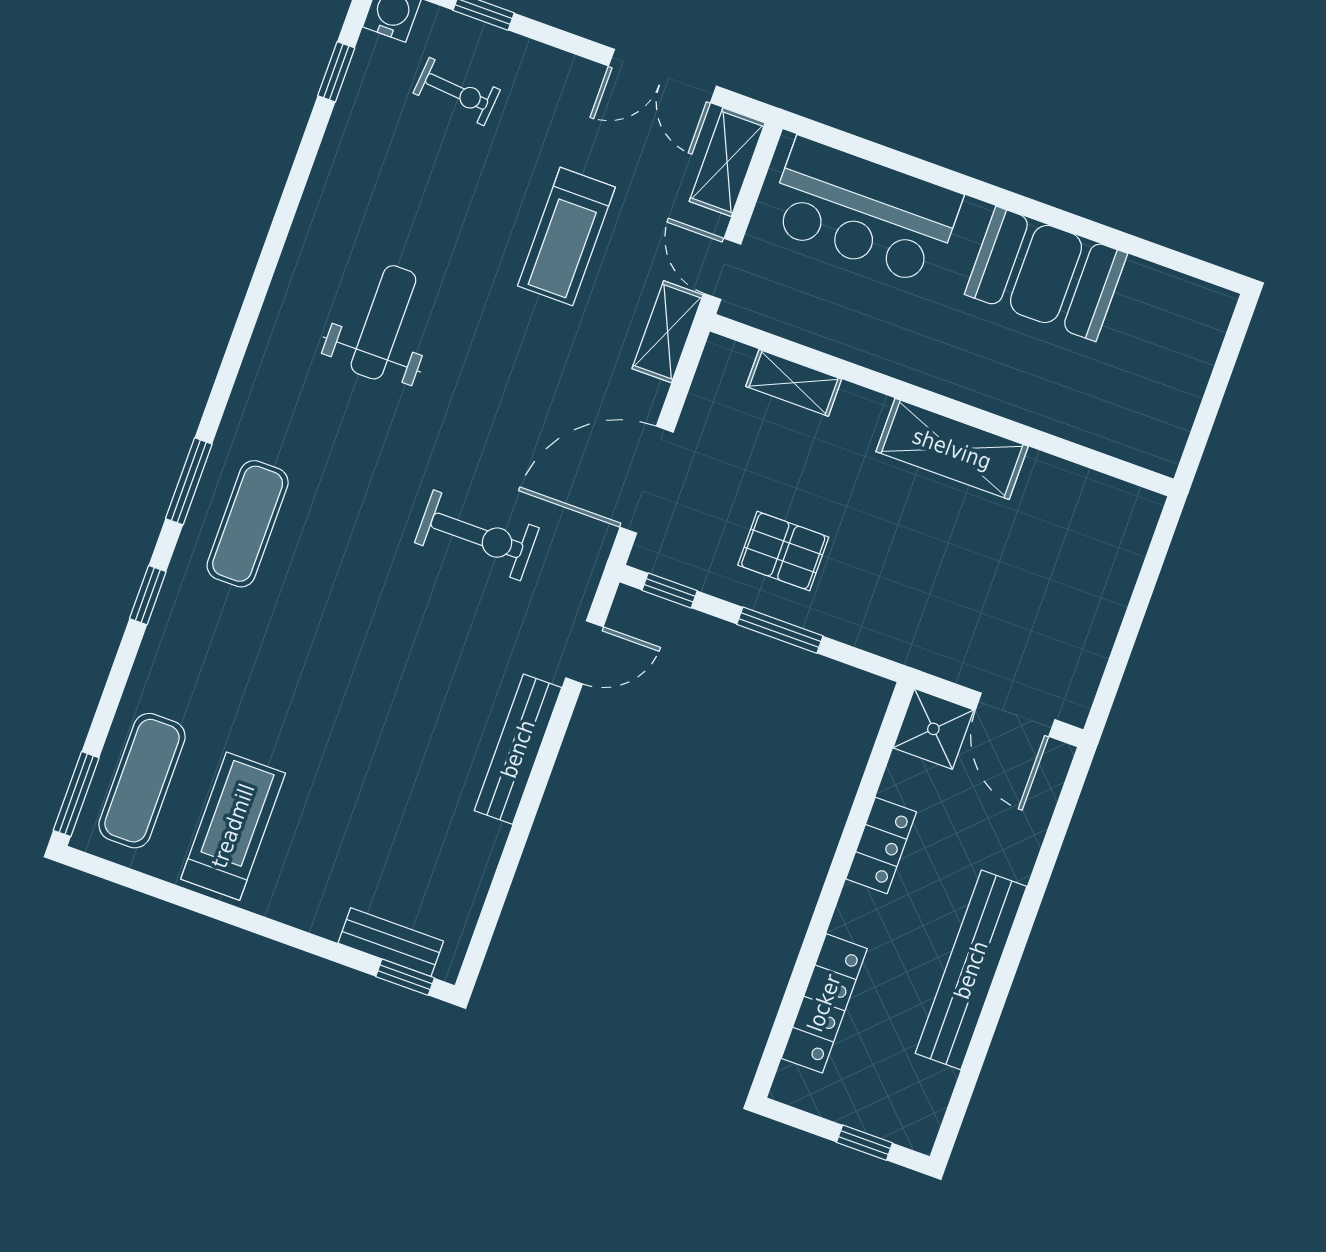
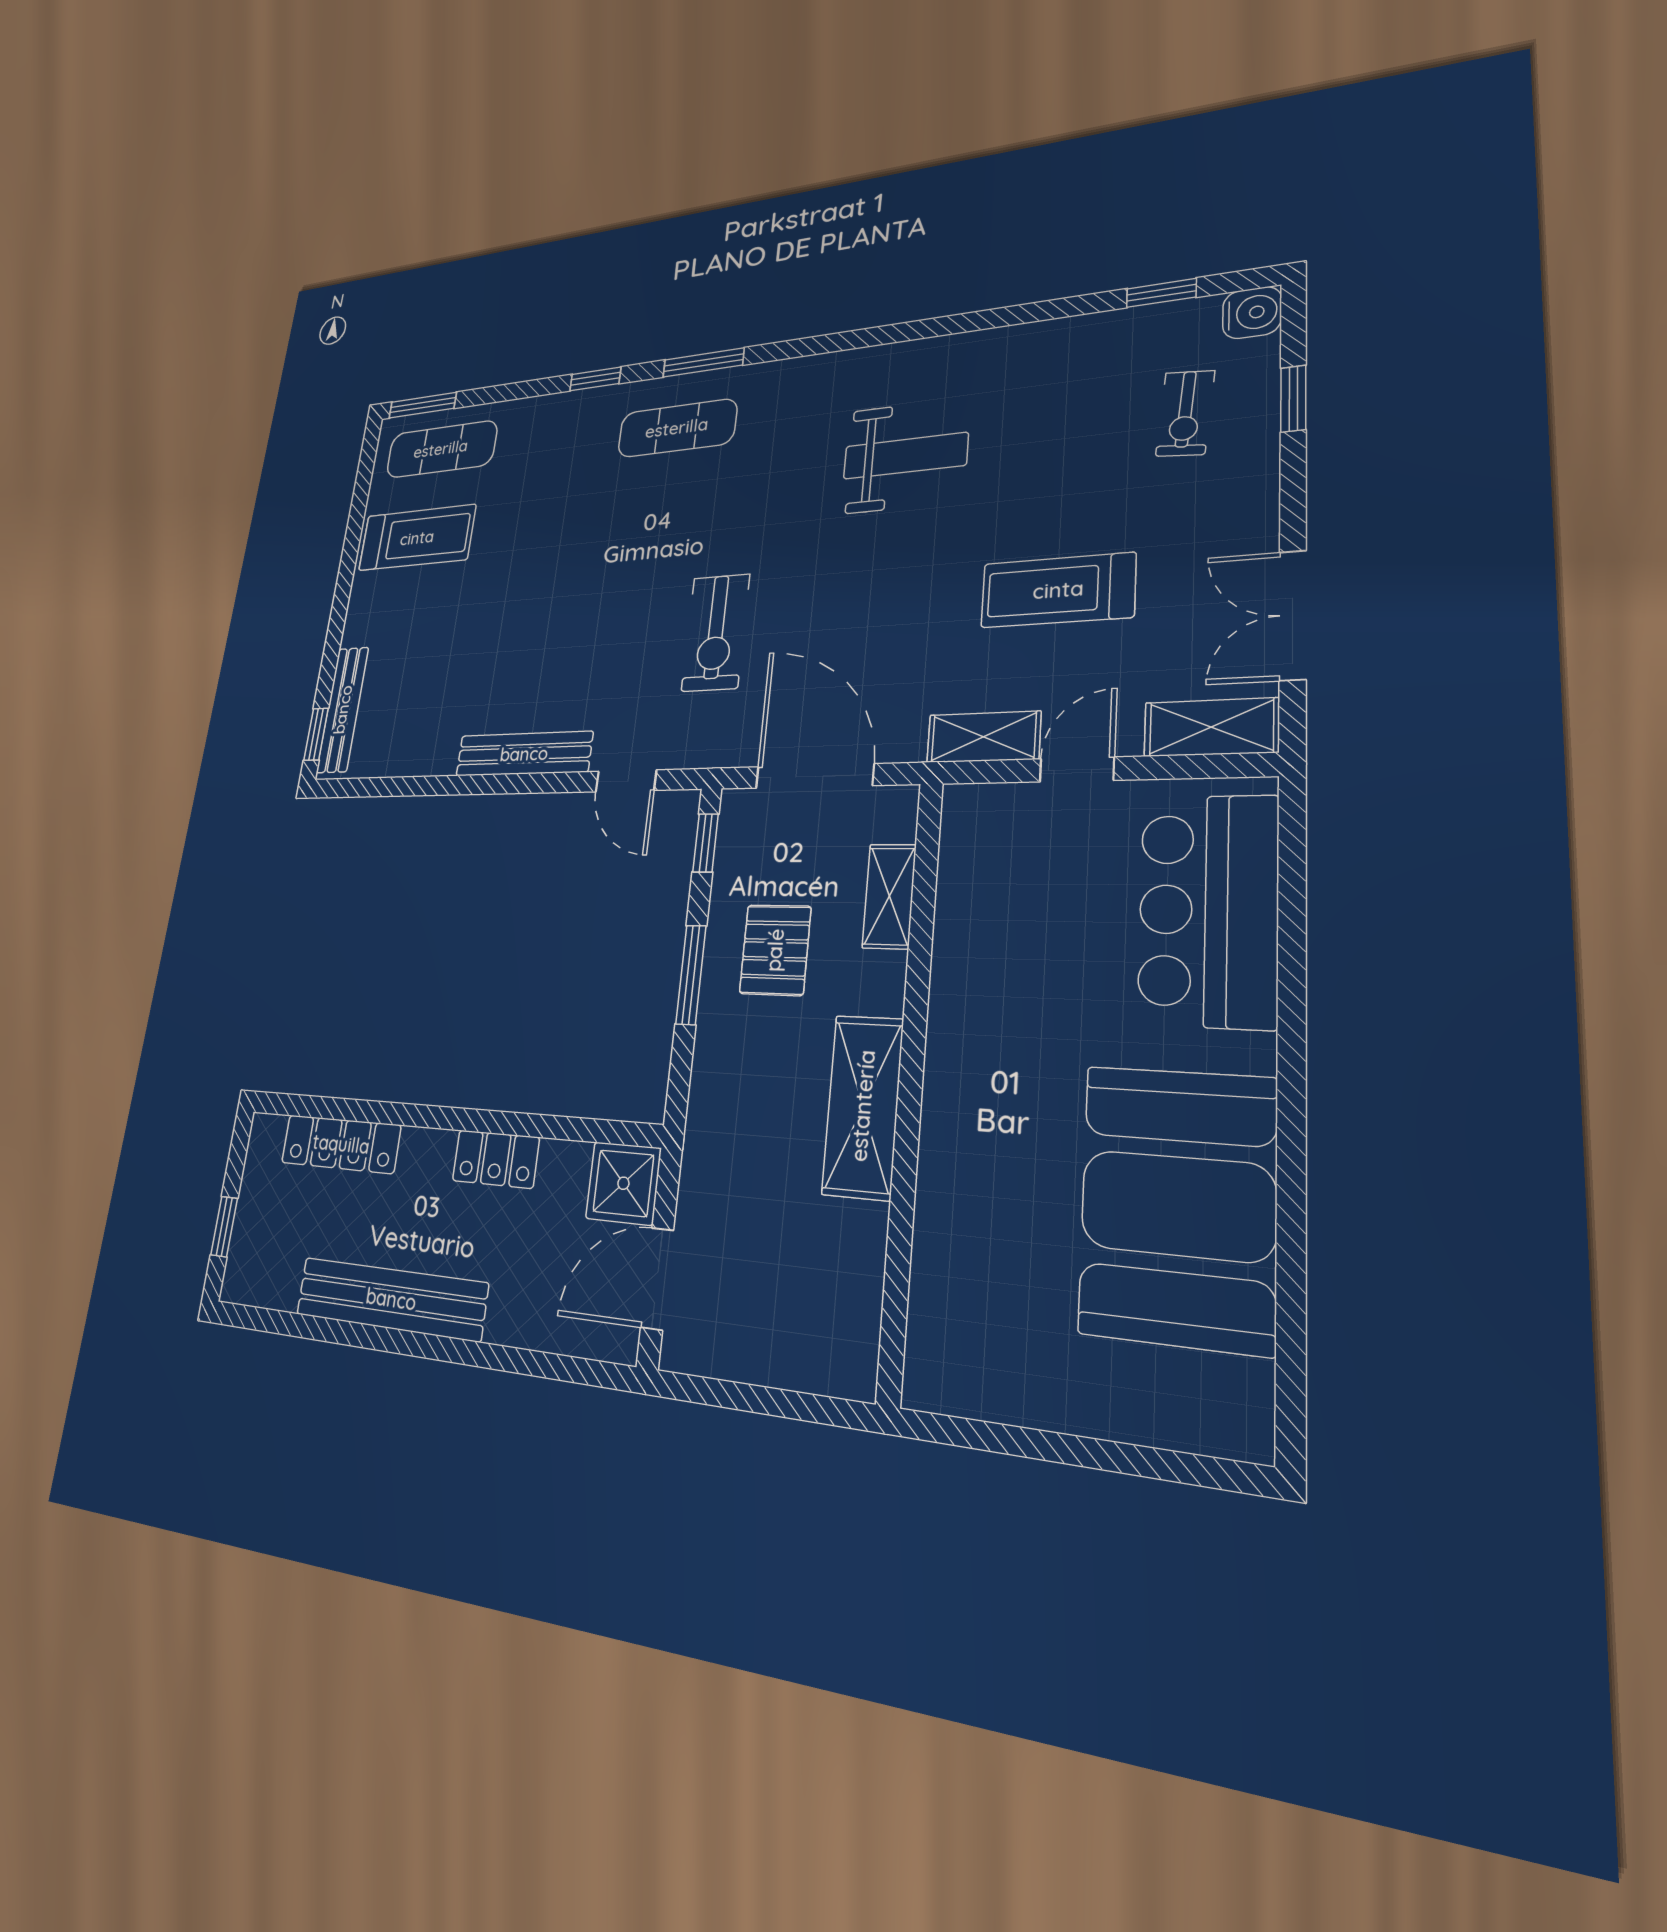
booth: (1046, 274) -> (1178, 1206), width x1.36, depth x1.42
shelving: (794, 383) -> (889, 896), moved
wall: (942, 405) -> (911, 1078), moved
shelving: (952, 449) -> (863, 1106), moved
bench: (391, 942) -> (343, 710), width x1.36

